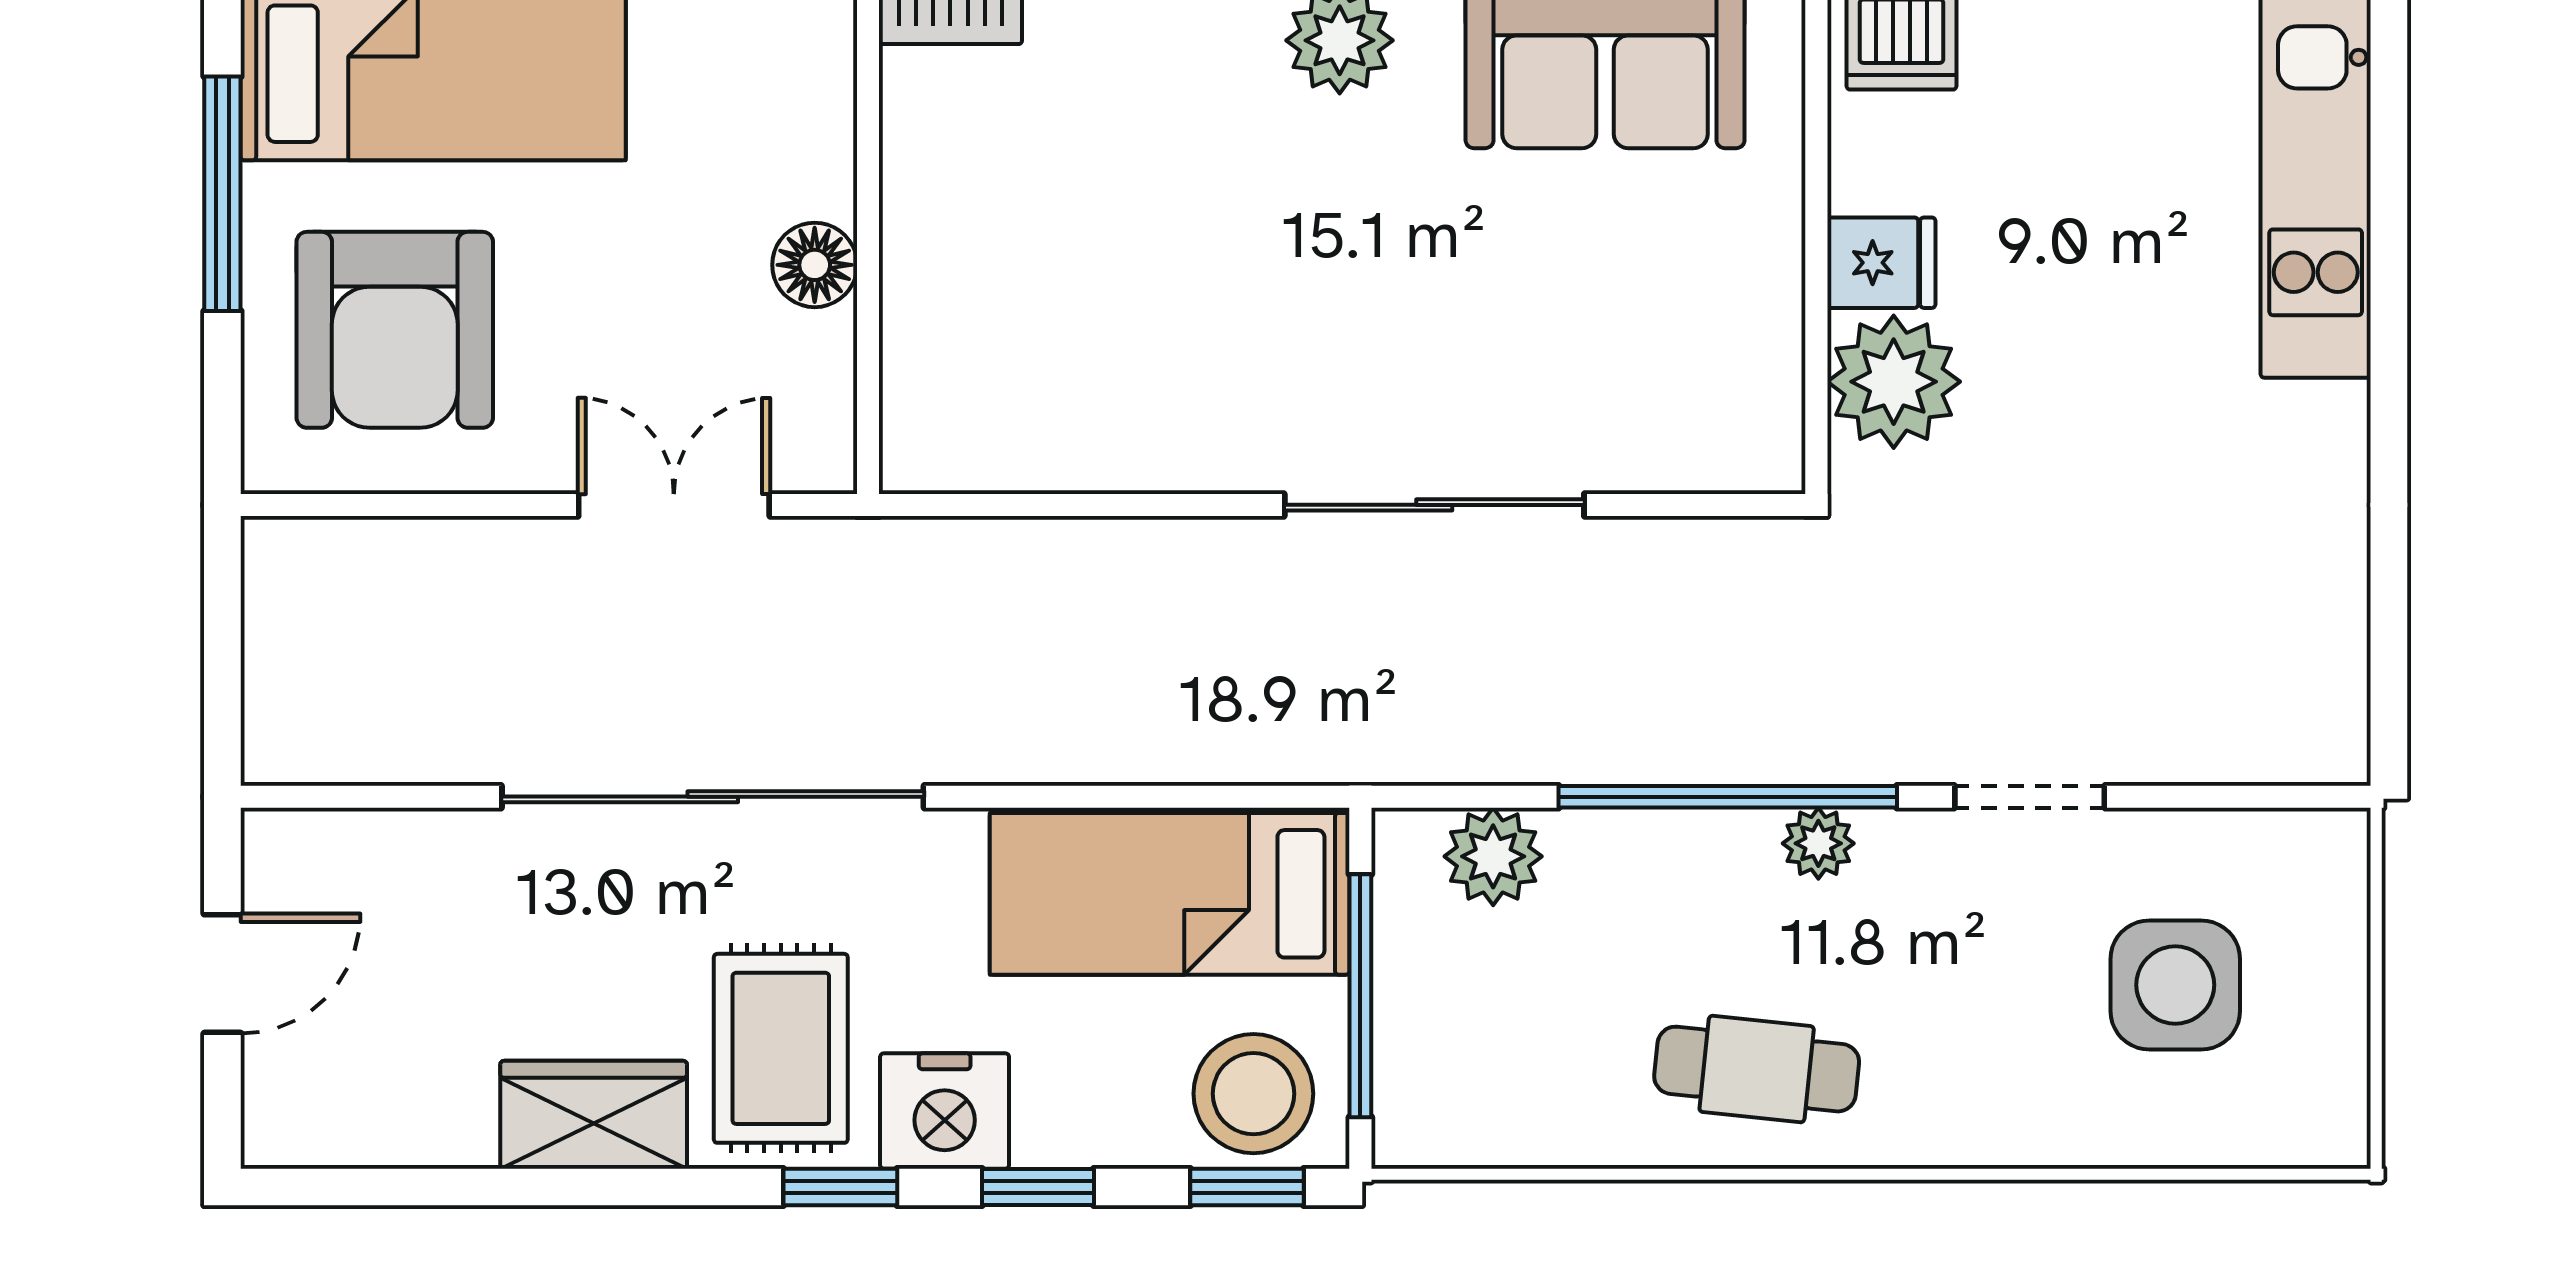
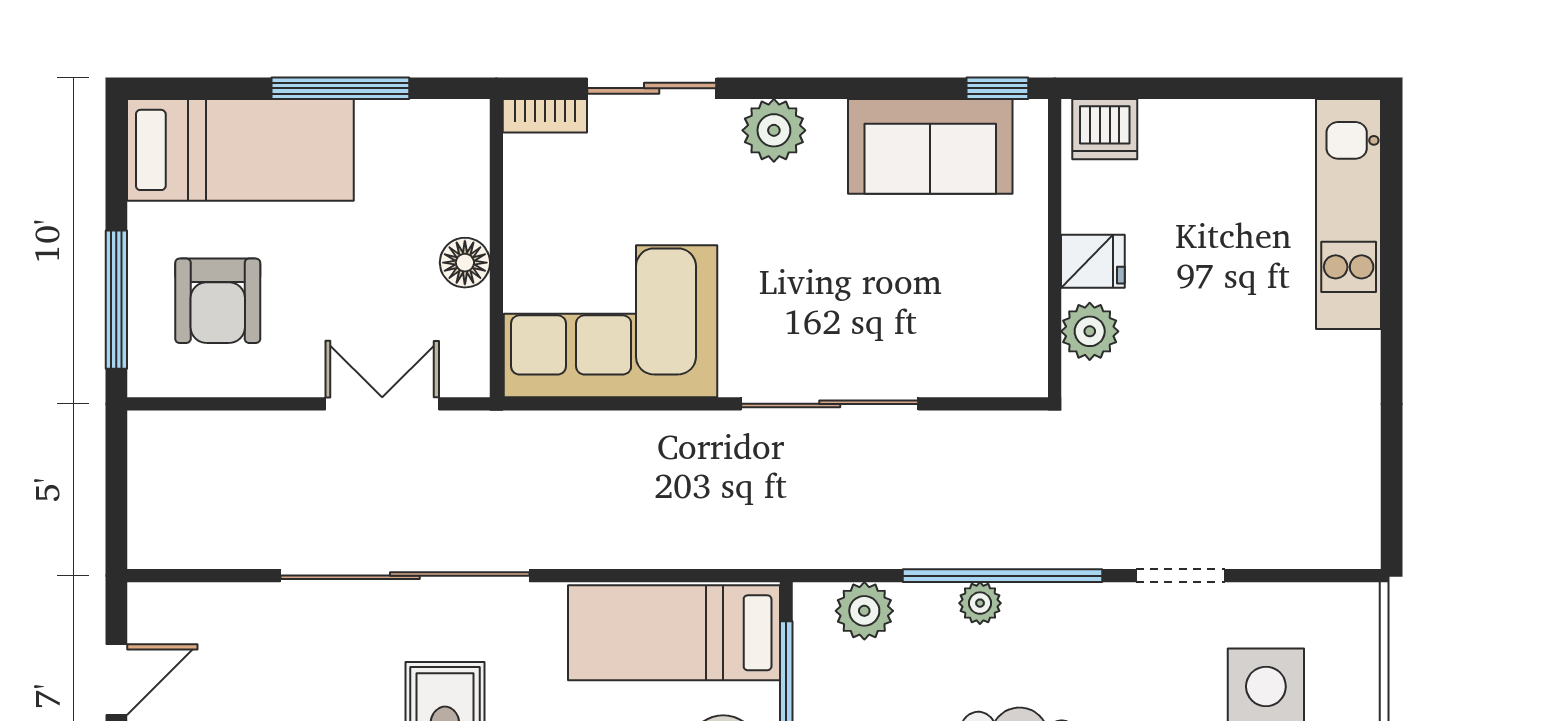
window: (222, 194) -> (116, 300), moved
armchair: (395, 330) -> (218, 301), width x0.73, depth x0.73
corner sofa: (1062, 365) -> (611, 321), added
plant: (1894, 382) -> (1090, 331), width x0.73, depth x0.73
plant: (1818, 843) -> (980, 603), moved

